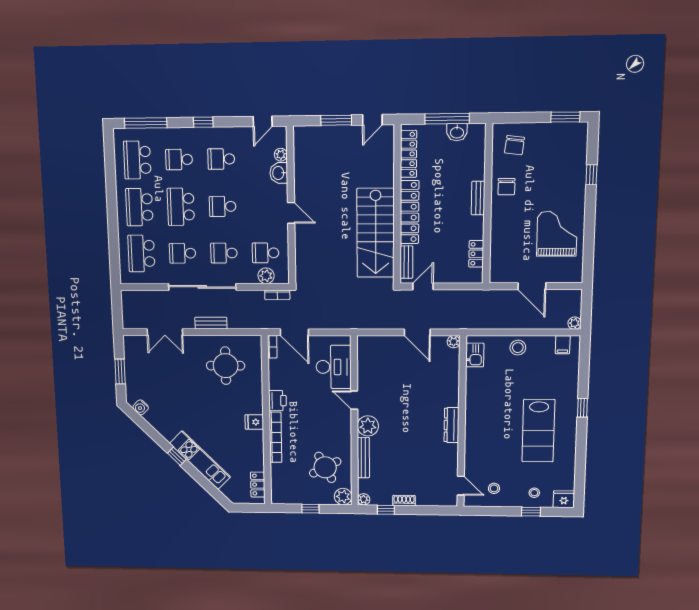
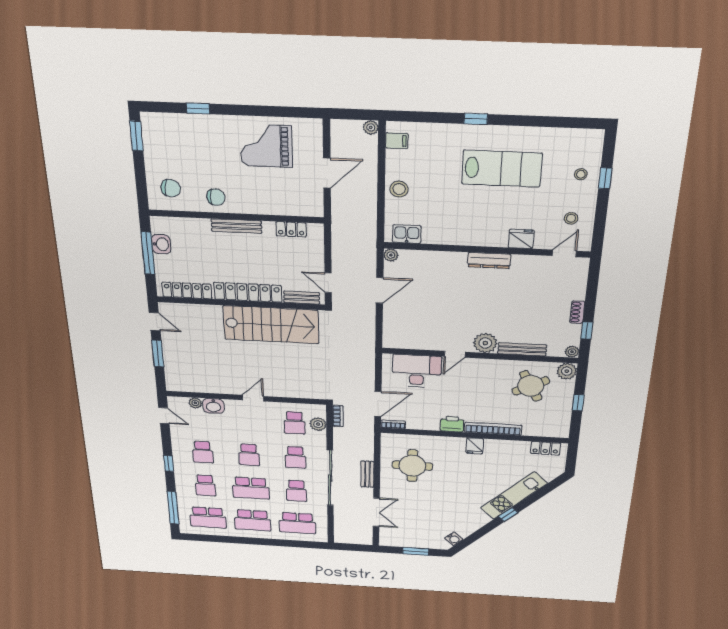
bench: (478, 198) -> (236, 226), width x1.36
fridge: (564, 499) -> (521, 239), moved, turned 90

